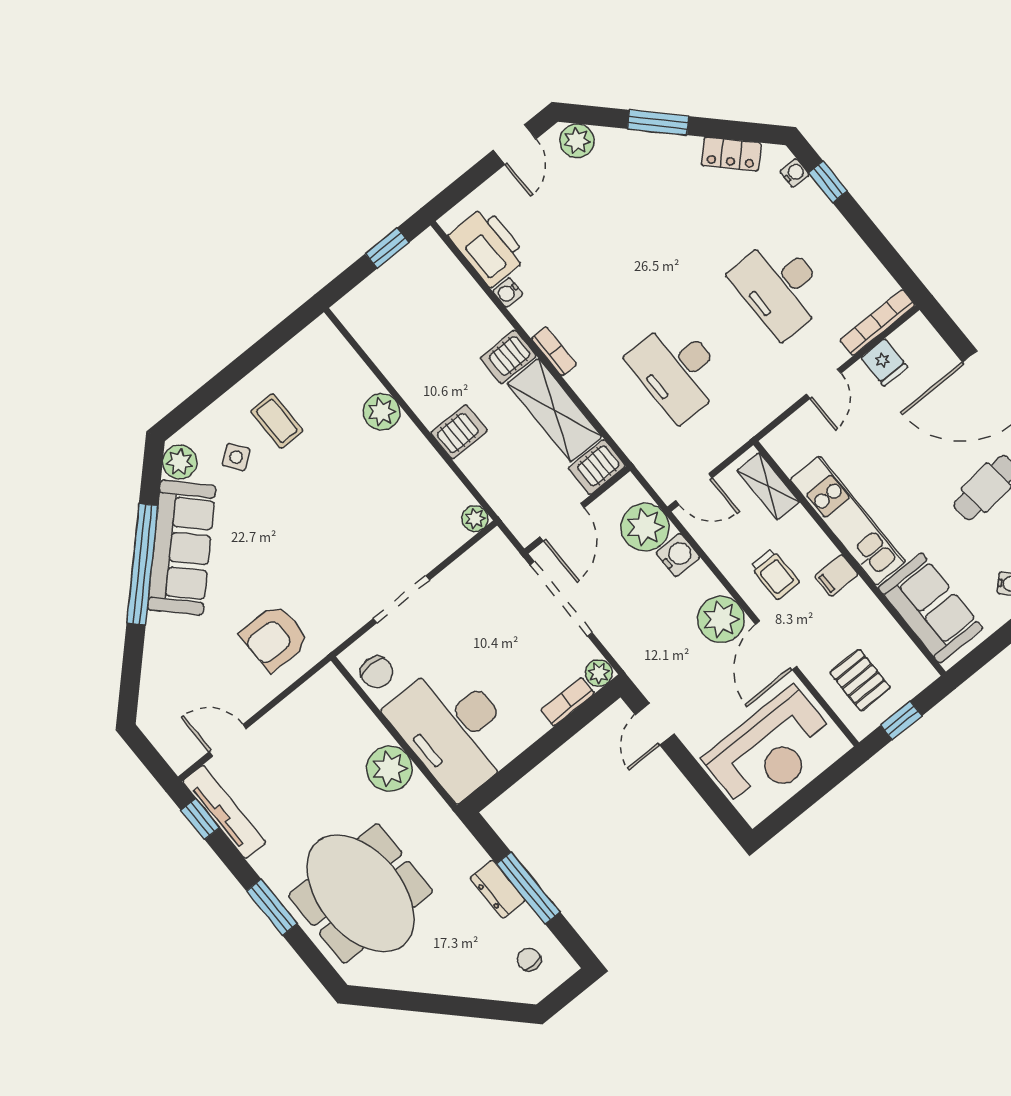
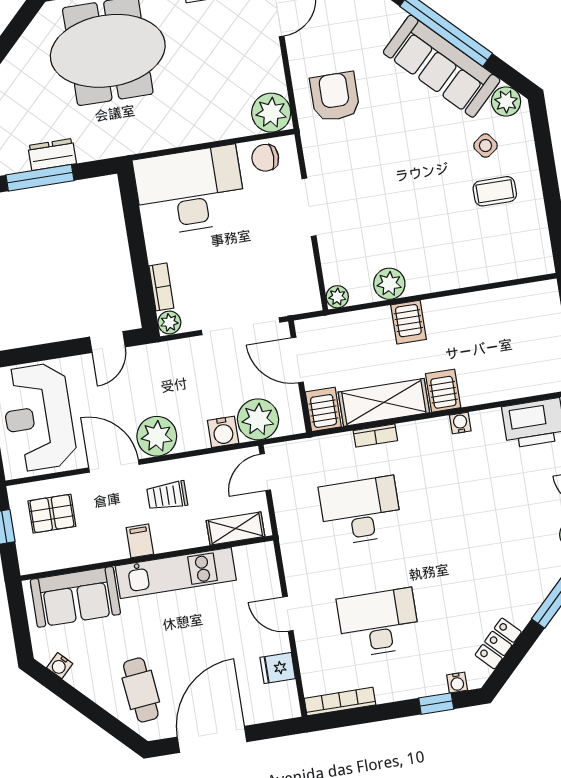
water cooler: (508, 293) -> (460, 423), moved
bookcase: (878, 322) -> (340, 702), moved, turned -90
bookcase: (554, 351) -> (375, 436), moved
plant: (381, 412) -> (389, 284), moved
door: (655, 724) -> (107, 342), swing flipped
plant: (390, 769) -> (271, 113), moved

